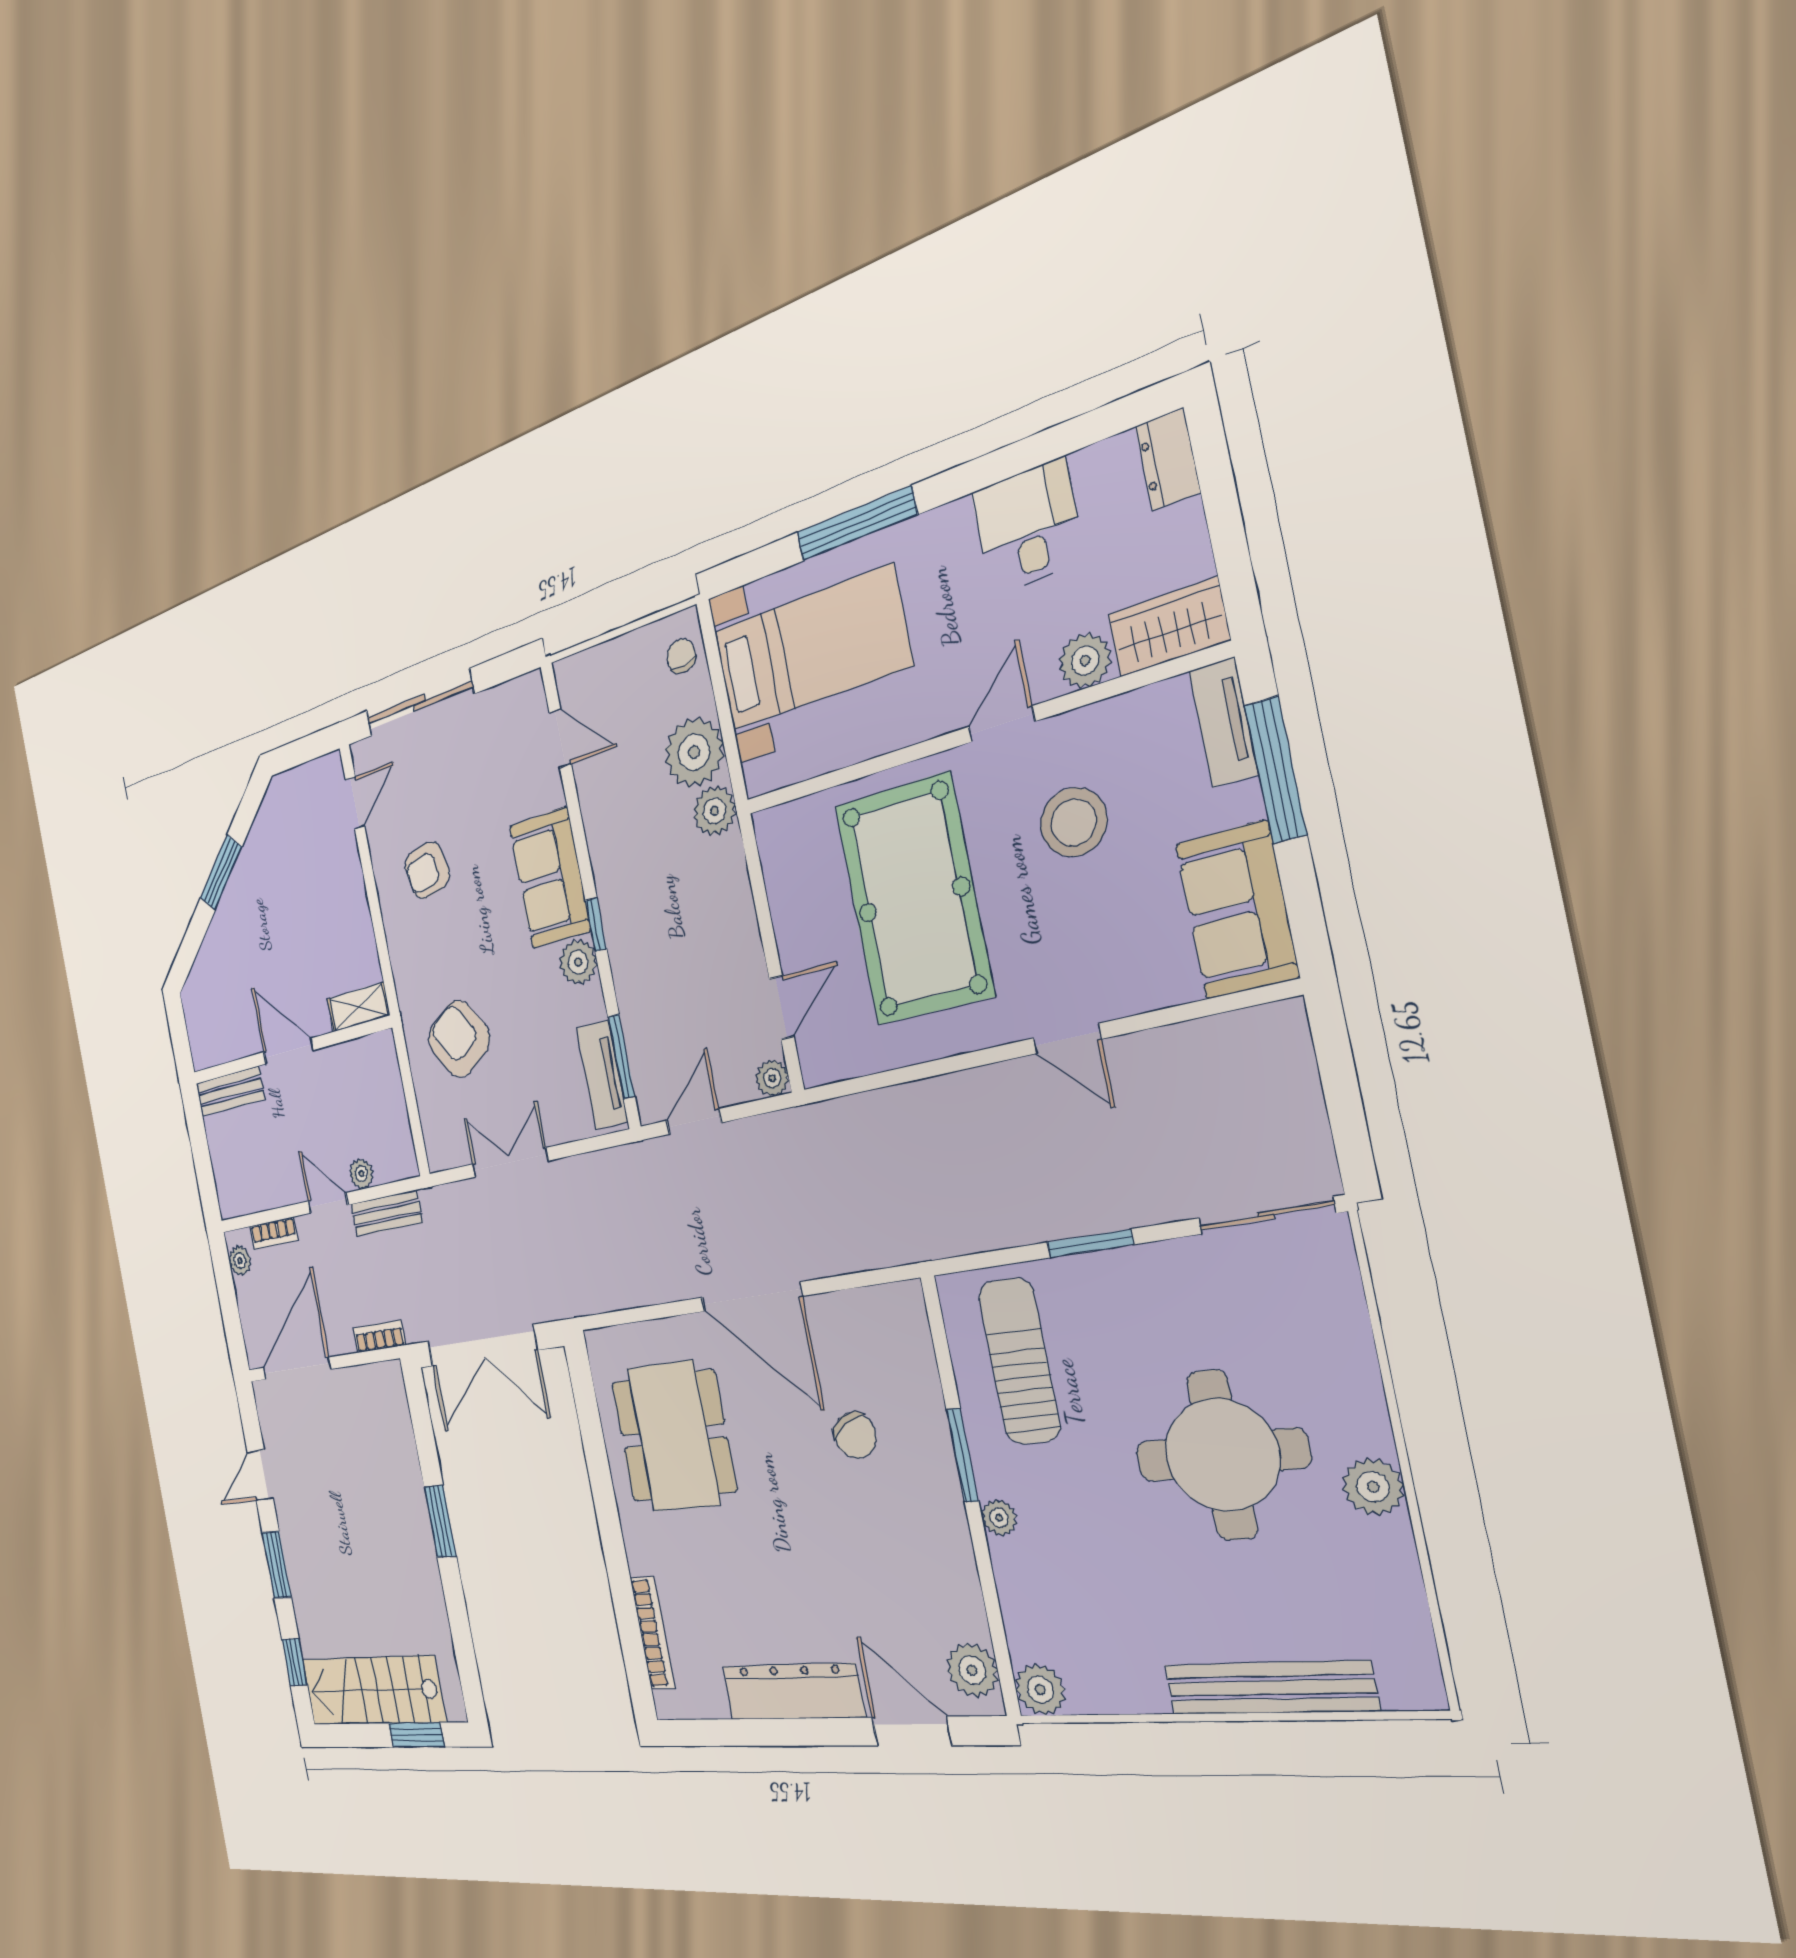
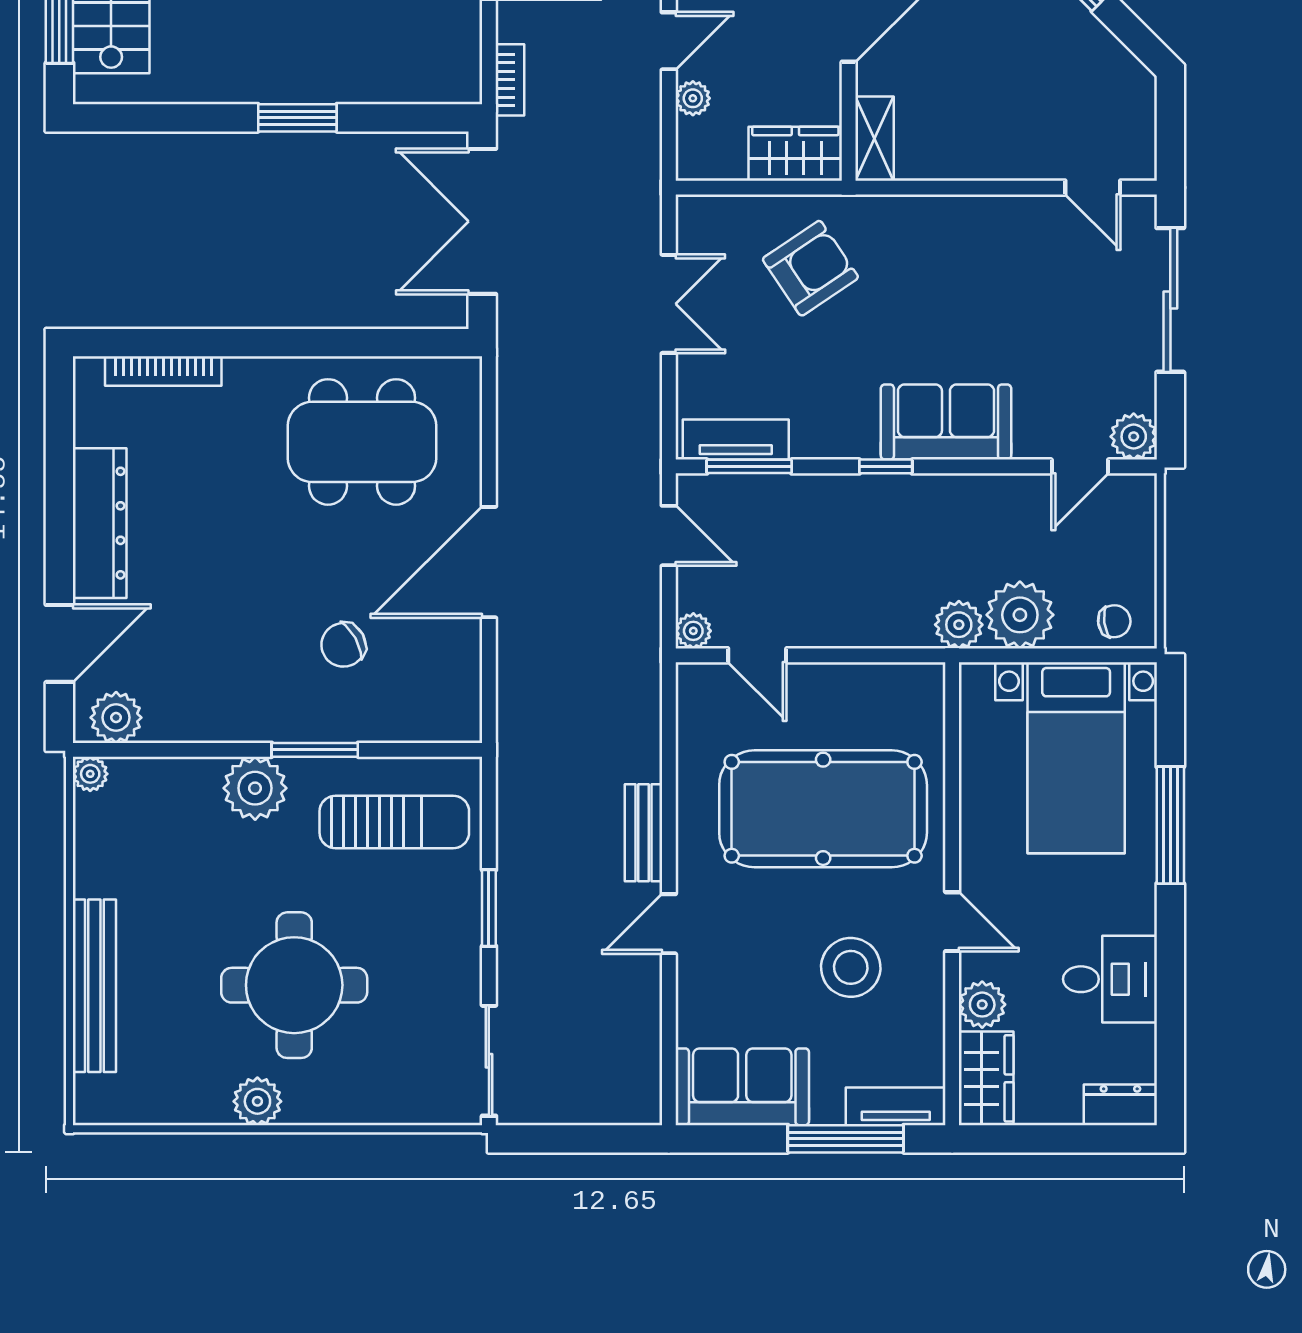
armchair: (427, 870) -> (995, 268), removed
plant: (578, 962) -> (1134, 437), moved
wardrobe: (382, 1074) -> (795, 154), added
bench: (387, 1213) -> (644, 833), moved
plant: (999, 1518) -> (255, 788), width x1.87, depth x1.87
plant: (1040, 1690) -> (90, 774), width x0.73, depth x0.73

